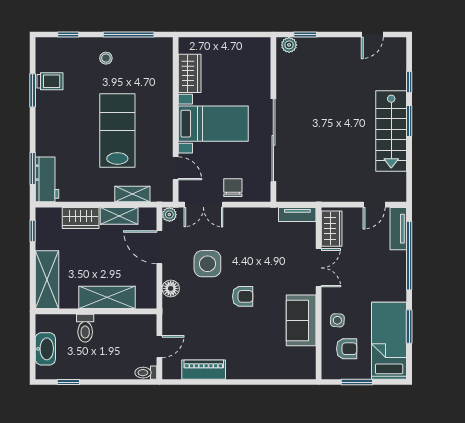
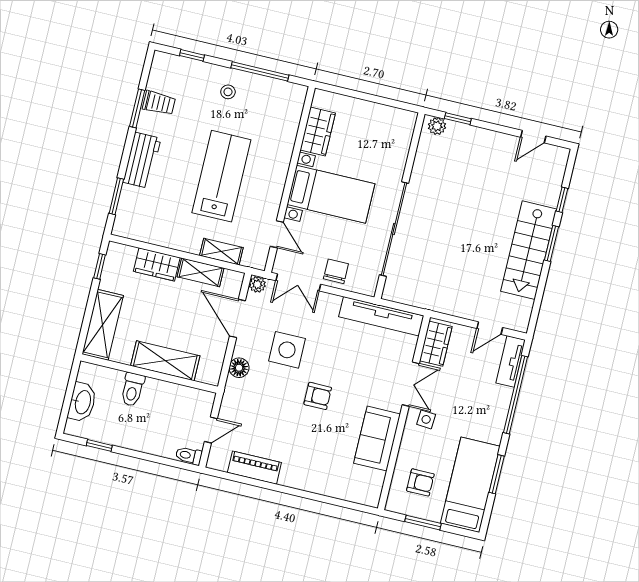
workbench: (47, 179) -> (142, 160), moved
tv unit: (297, 214) -> (381, 316), width x1.92, depth x1.29
side table: (337, 320) -> (426, 419), moved

